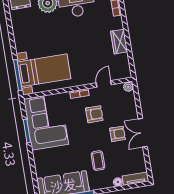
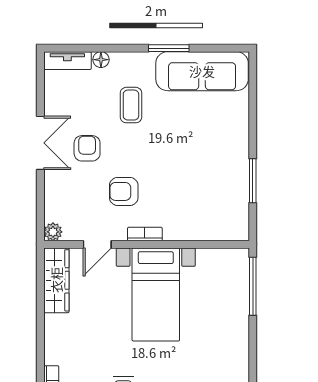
wardrobe: (119, 42) -> (56, 280), moved, width x1.50
bed with nightstands: (44, 70) -> (156, 294), moved, turned -90
corner sofa: (46, 122) -> (215, 192), removed
armchair: (117, 134) -> (87, 148), turned 90

